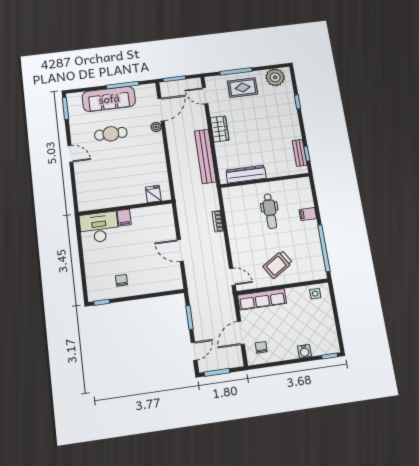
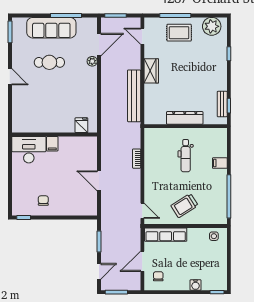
dresser: (246, 174) -> (185, 118), moved

